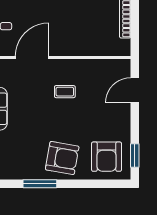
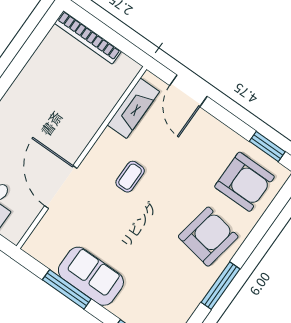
fireplace: (104, 67) -> (133, 108), added

